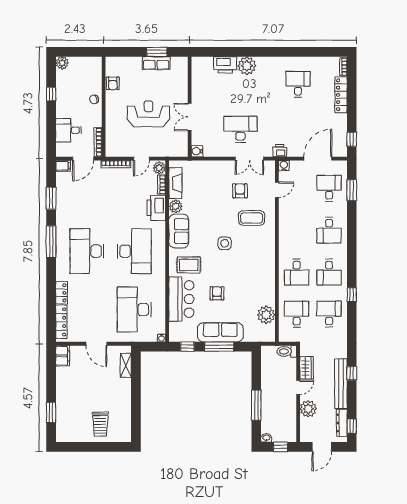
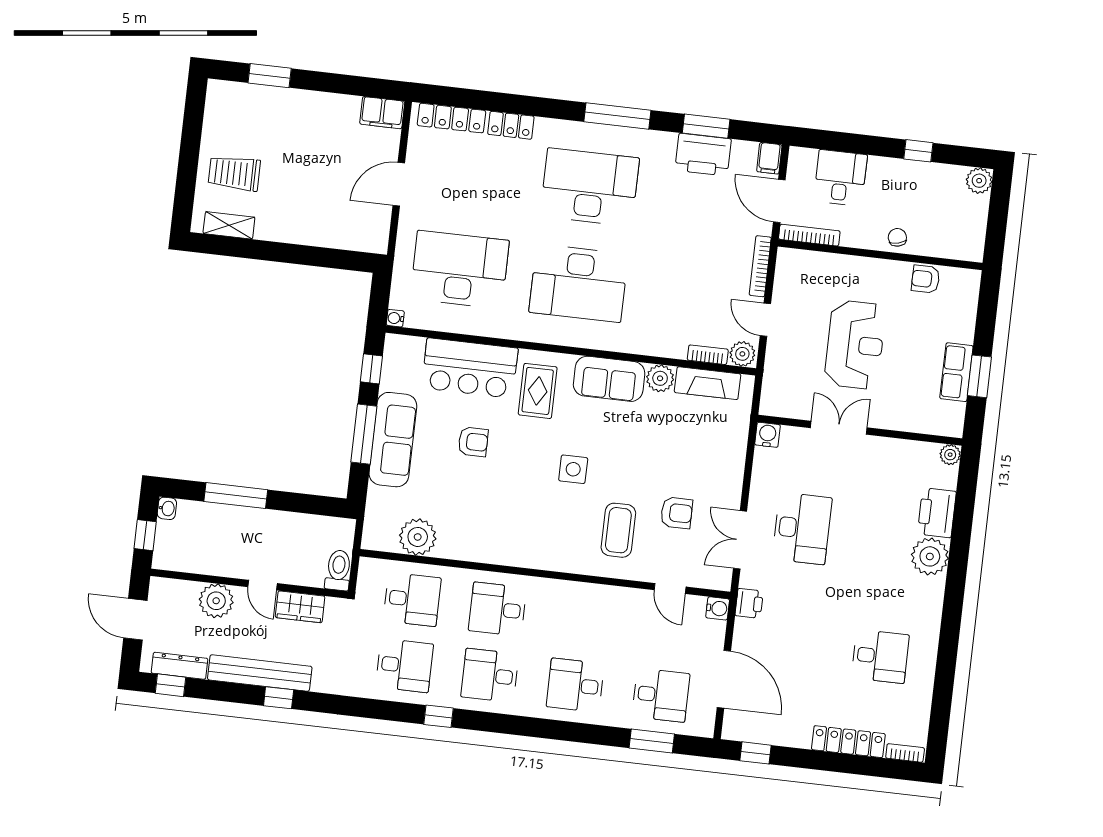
plant: (196, 62) -> (950, 455), added
printer: (156, 208) -> (703, 155), moved, turned 180
shelving: (126, 365) -> (229, 225), moved

